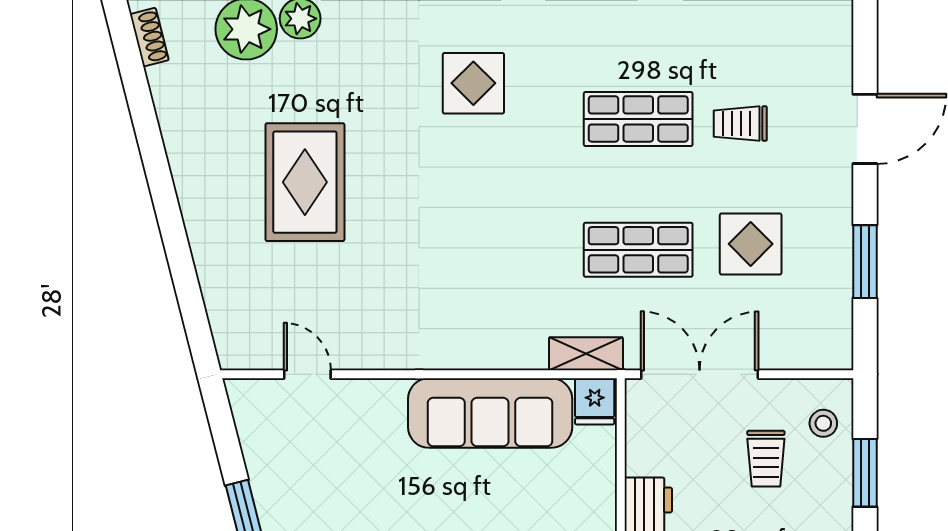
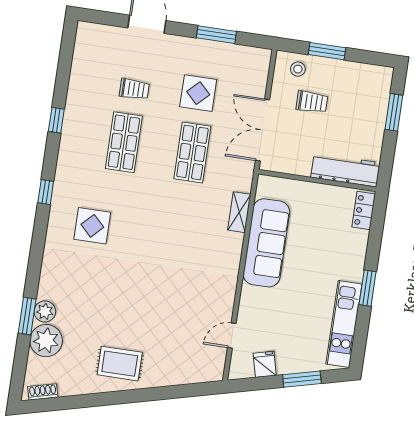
trolley: (740, 124) -> (134, 89), turned -90
rug: (305, 182) -> (120, 364), moved, width x0.73, depth x0.70
shelving: (586, 354) -> (239, 212), moved
fridge: (595, 401) -> (265, 364), moved, turned -104

